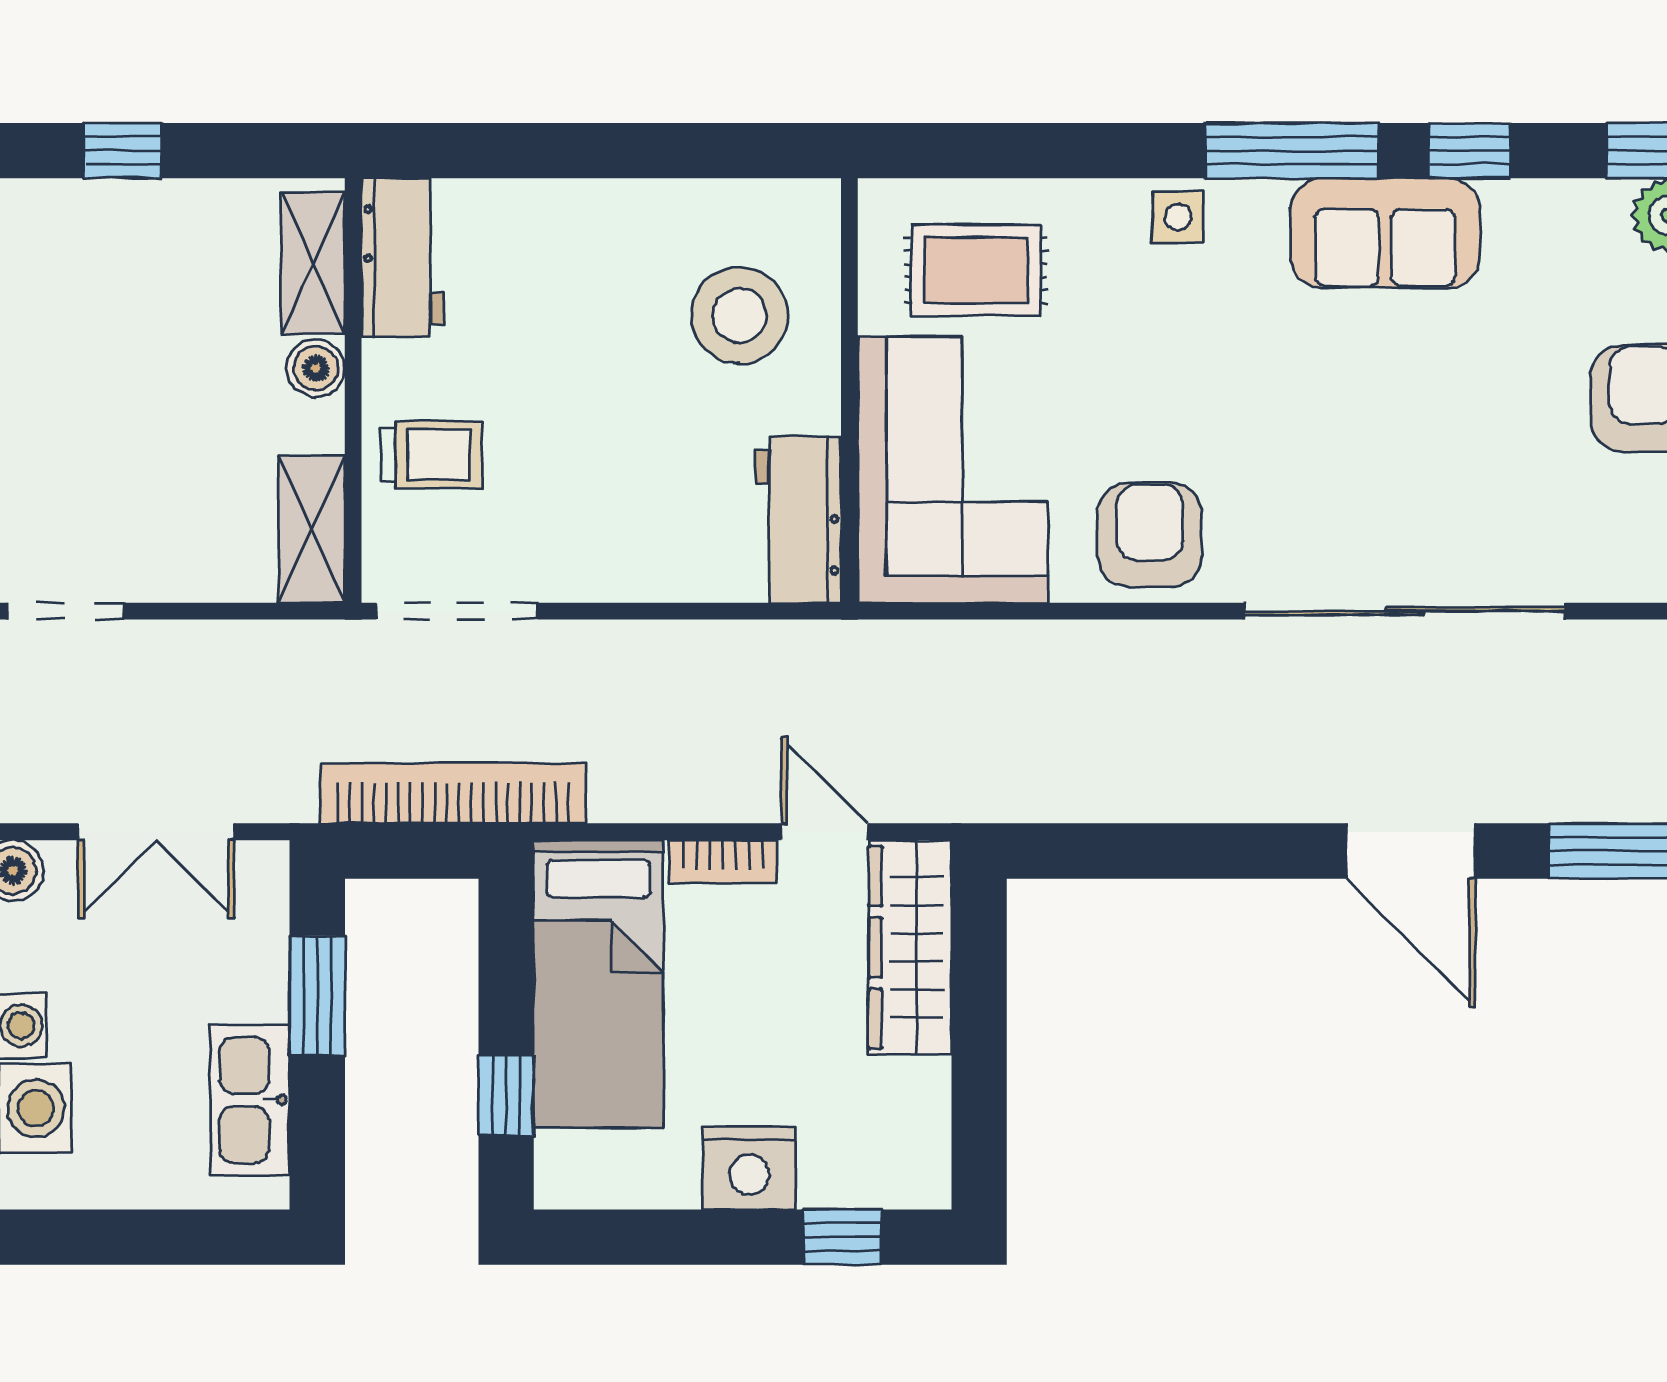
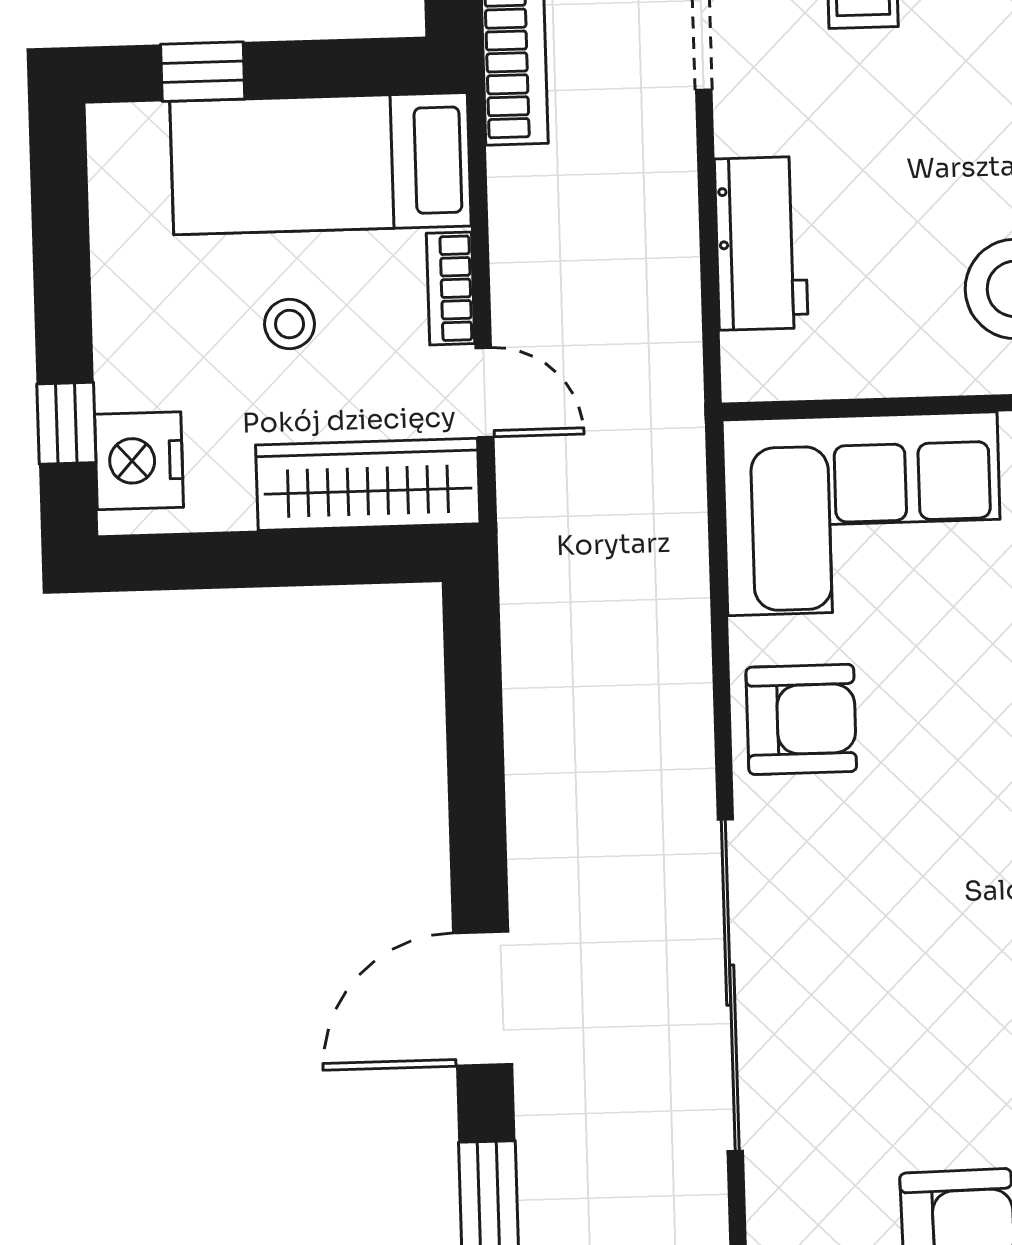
workbench: (798, 520) -> (761, 243), moved, turned 90
door: (824, 832) -> (485, 392), hinge flipped
stool: (753, 1018) -> (290, 324), added
nightstand: (749, 1168) -> (139, 461), moved

